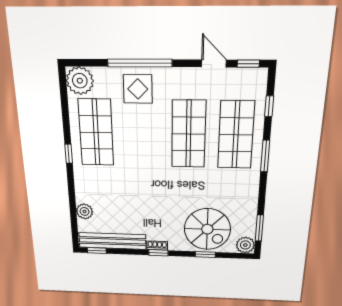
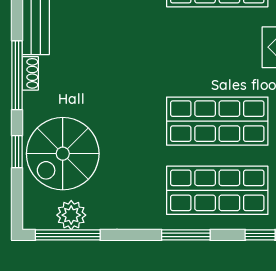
window: (259, 228) -> (68, 235), width x1.44
plant: (245, 245) -> (71, 215), moved
window: (158, 253) -> (17, 75), width x2.17

